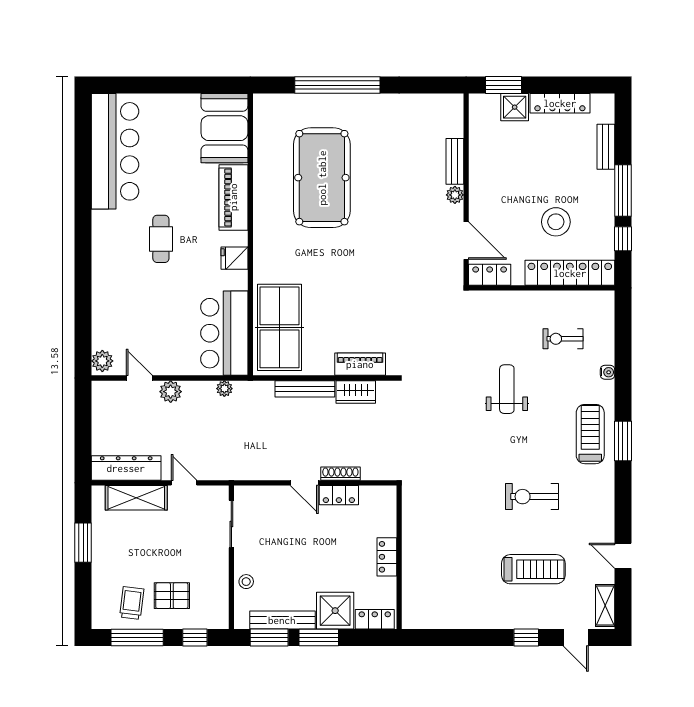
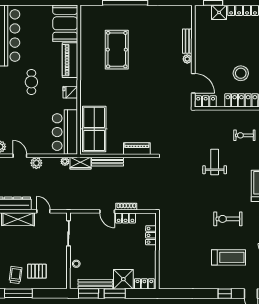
pool table: (322, 178) -> (117, 50), width x0.73, depth x0.76
wardrobe: (356, 392) -> (80, 163), moved
locker: (387, 557) -> (151, 235), moved
window: (195, 637) -> (49, 293), removed

